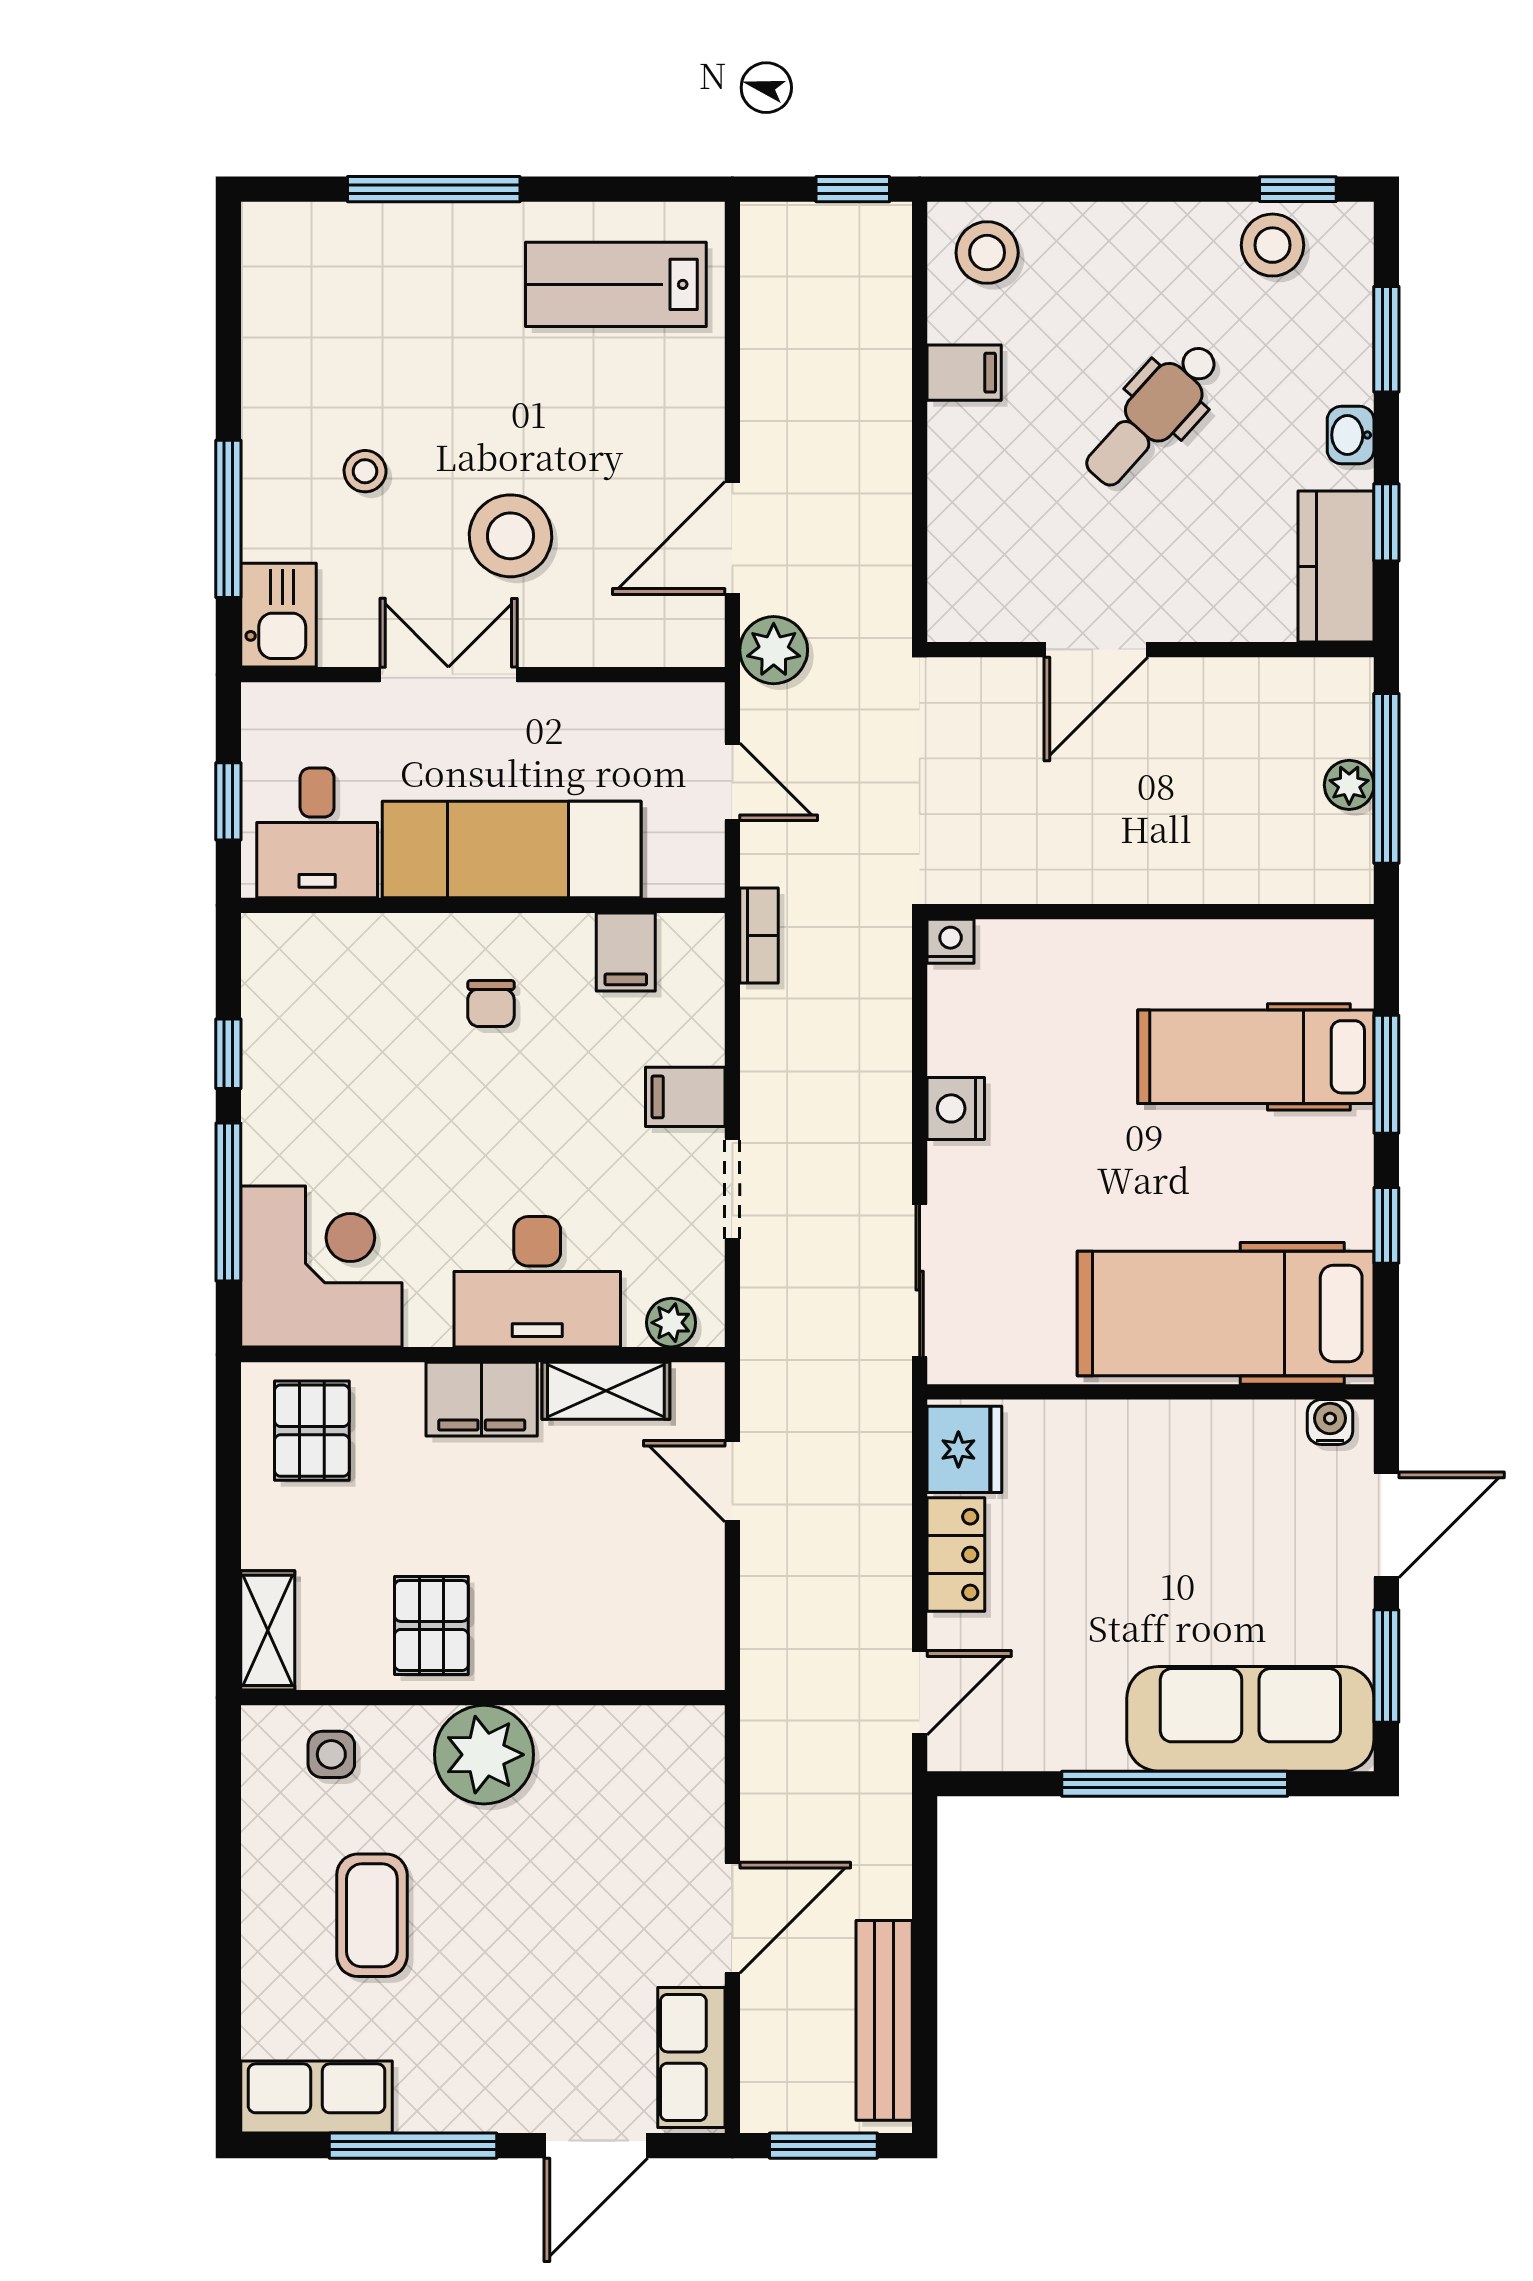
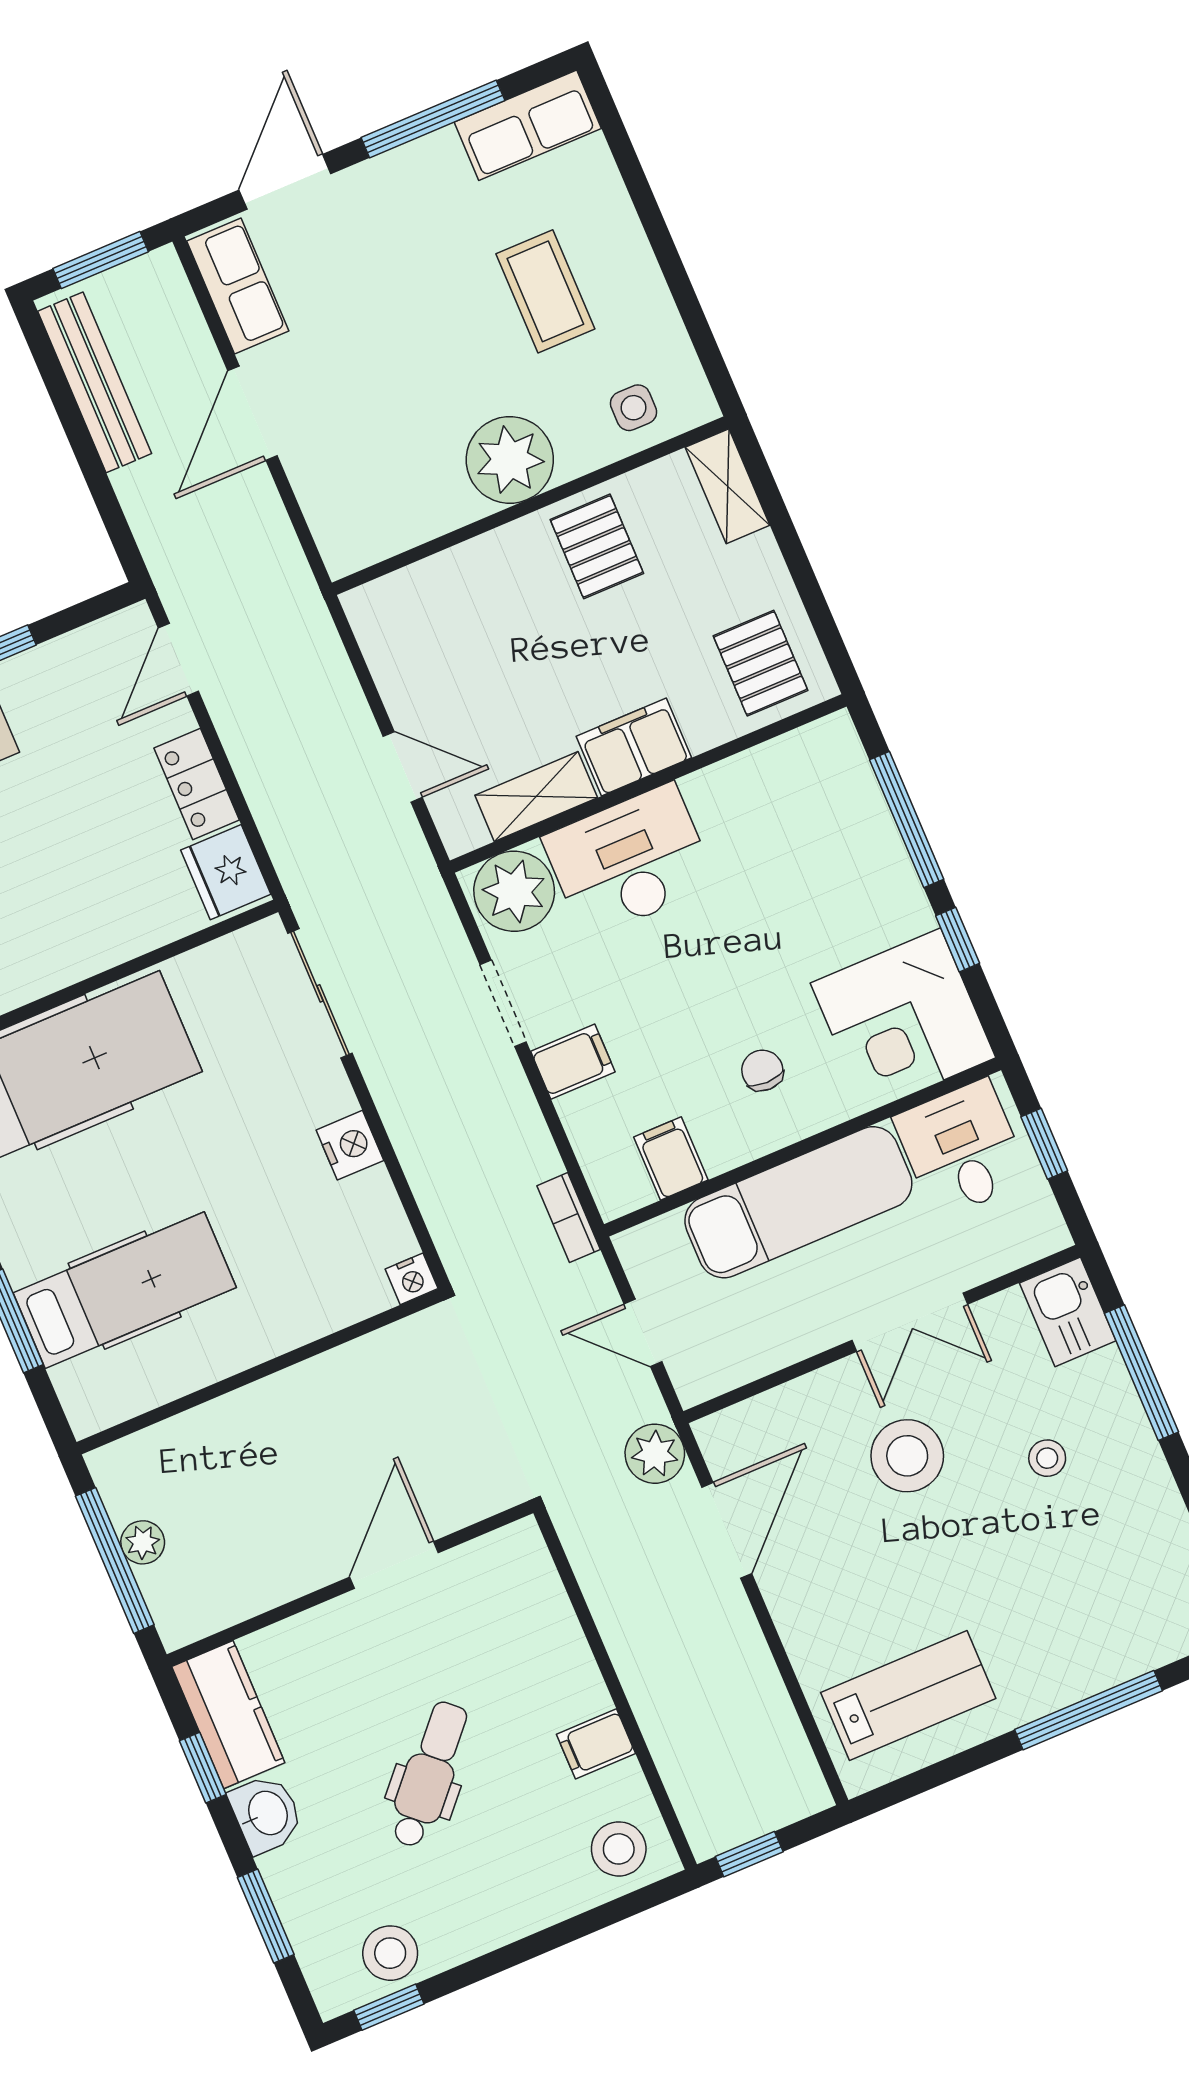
washbasin: (1351, 435) -> (266, 1814), width x1.38, depth x1.45
corner desk: (321, 1267) -> (903, 1020), moved
plant: (671, 1323) -> (514, 891), width x1.87, depth x1.87

